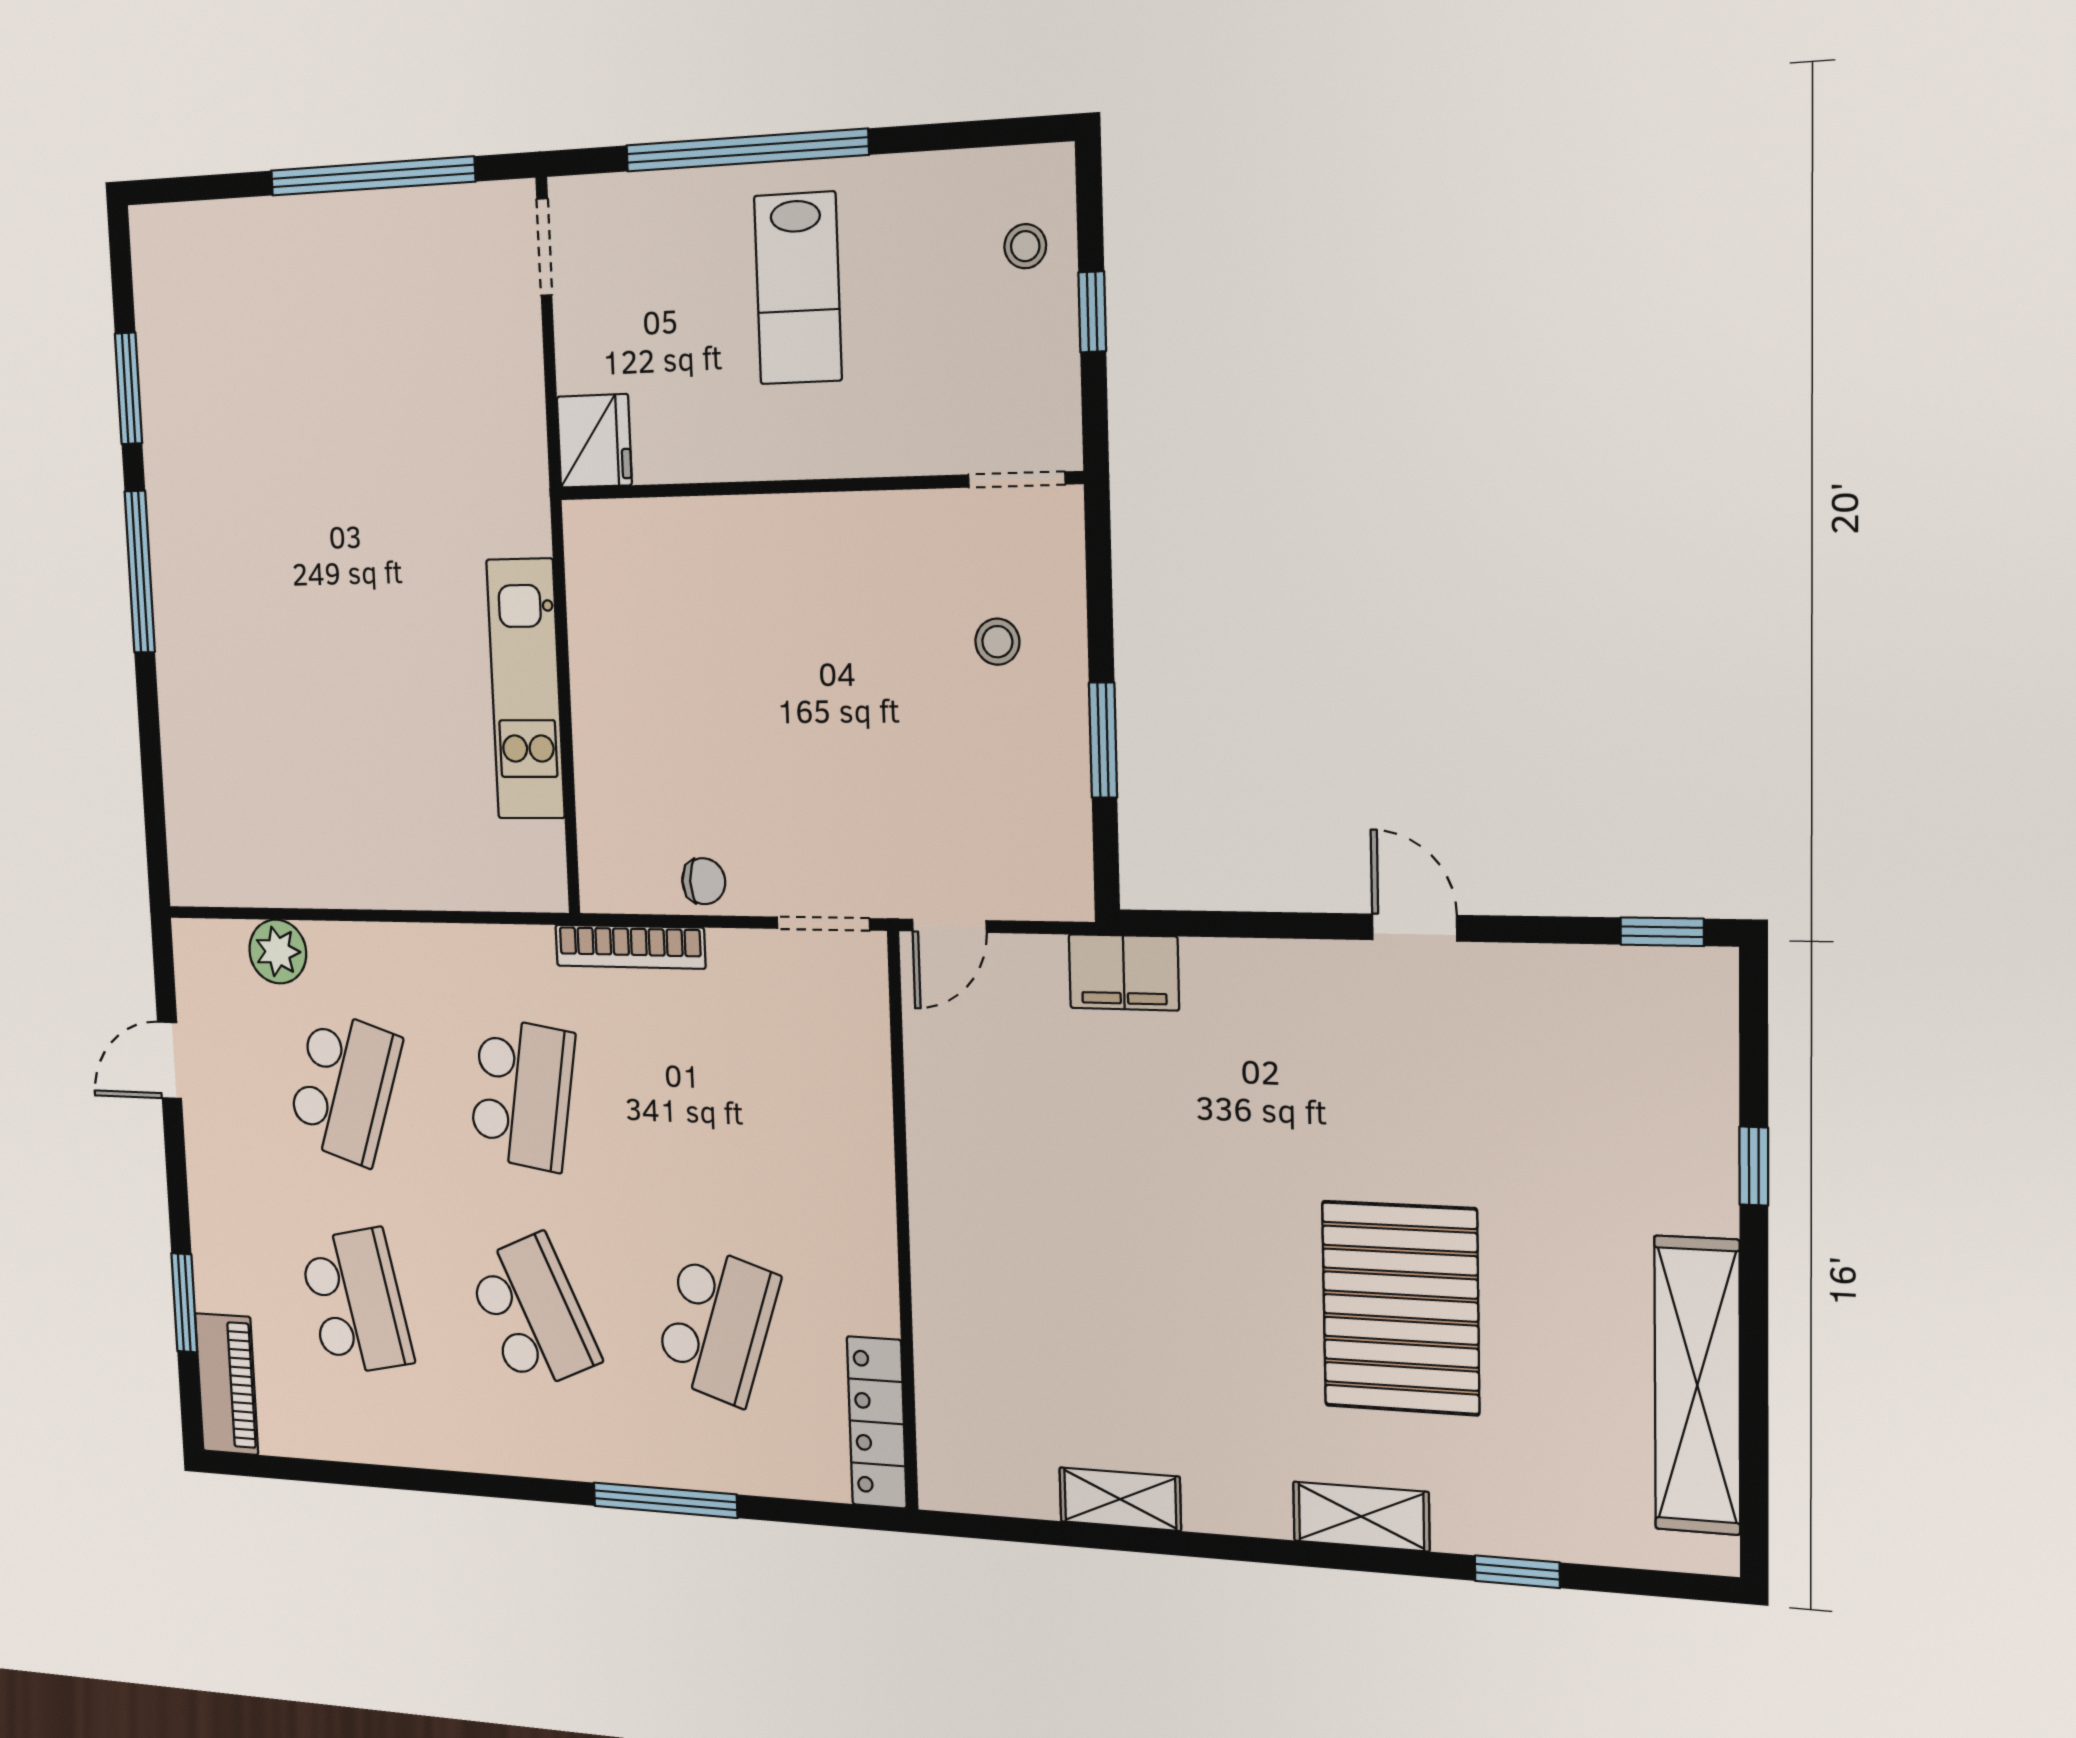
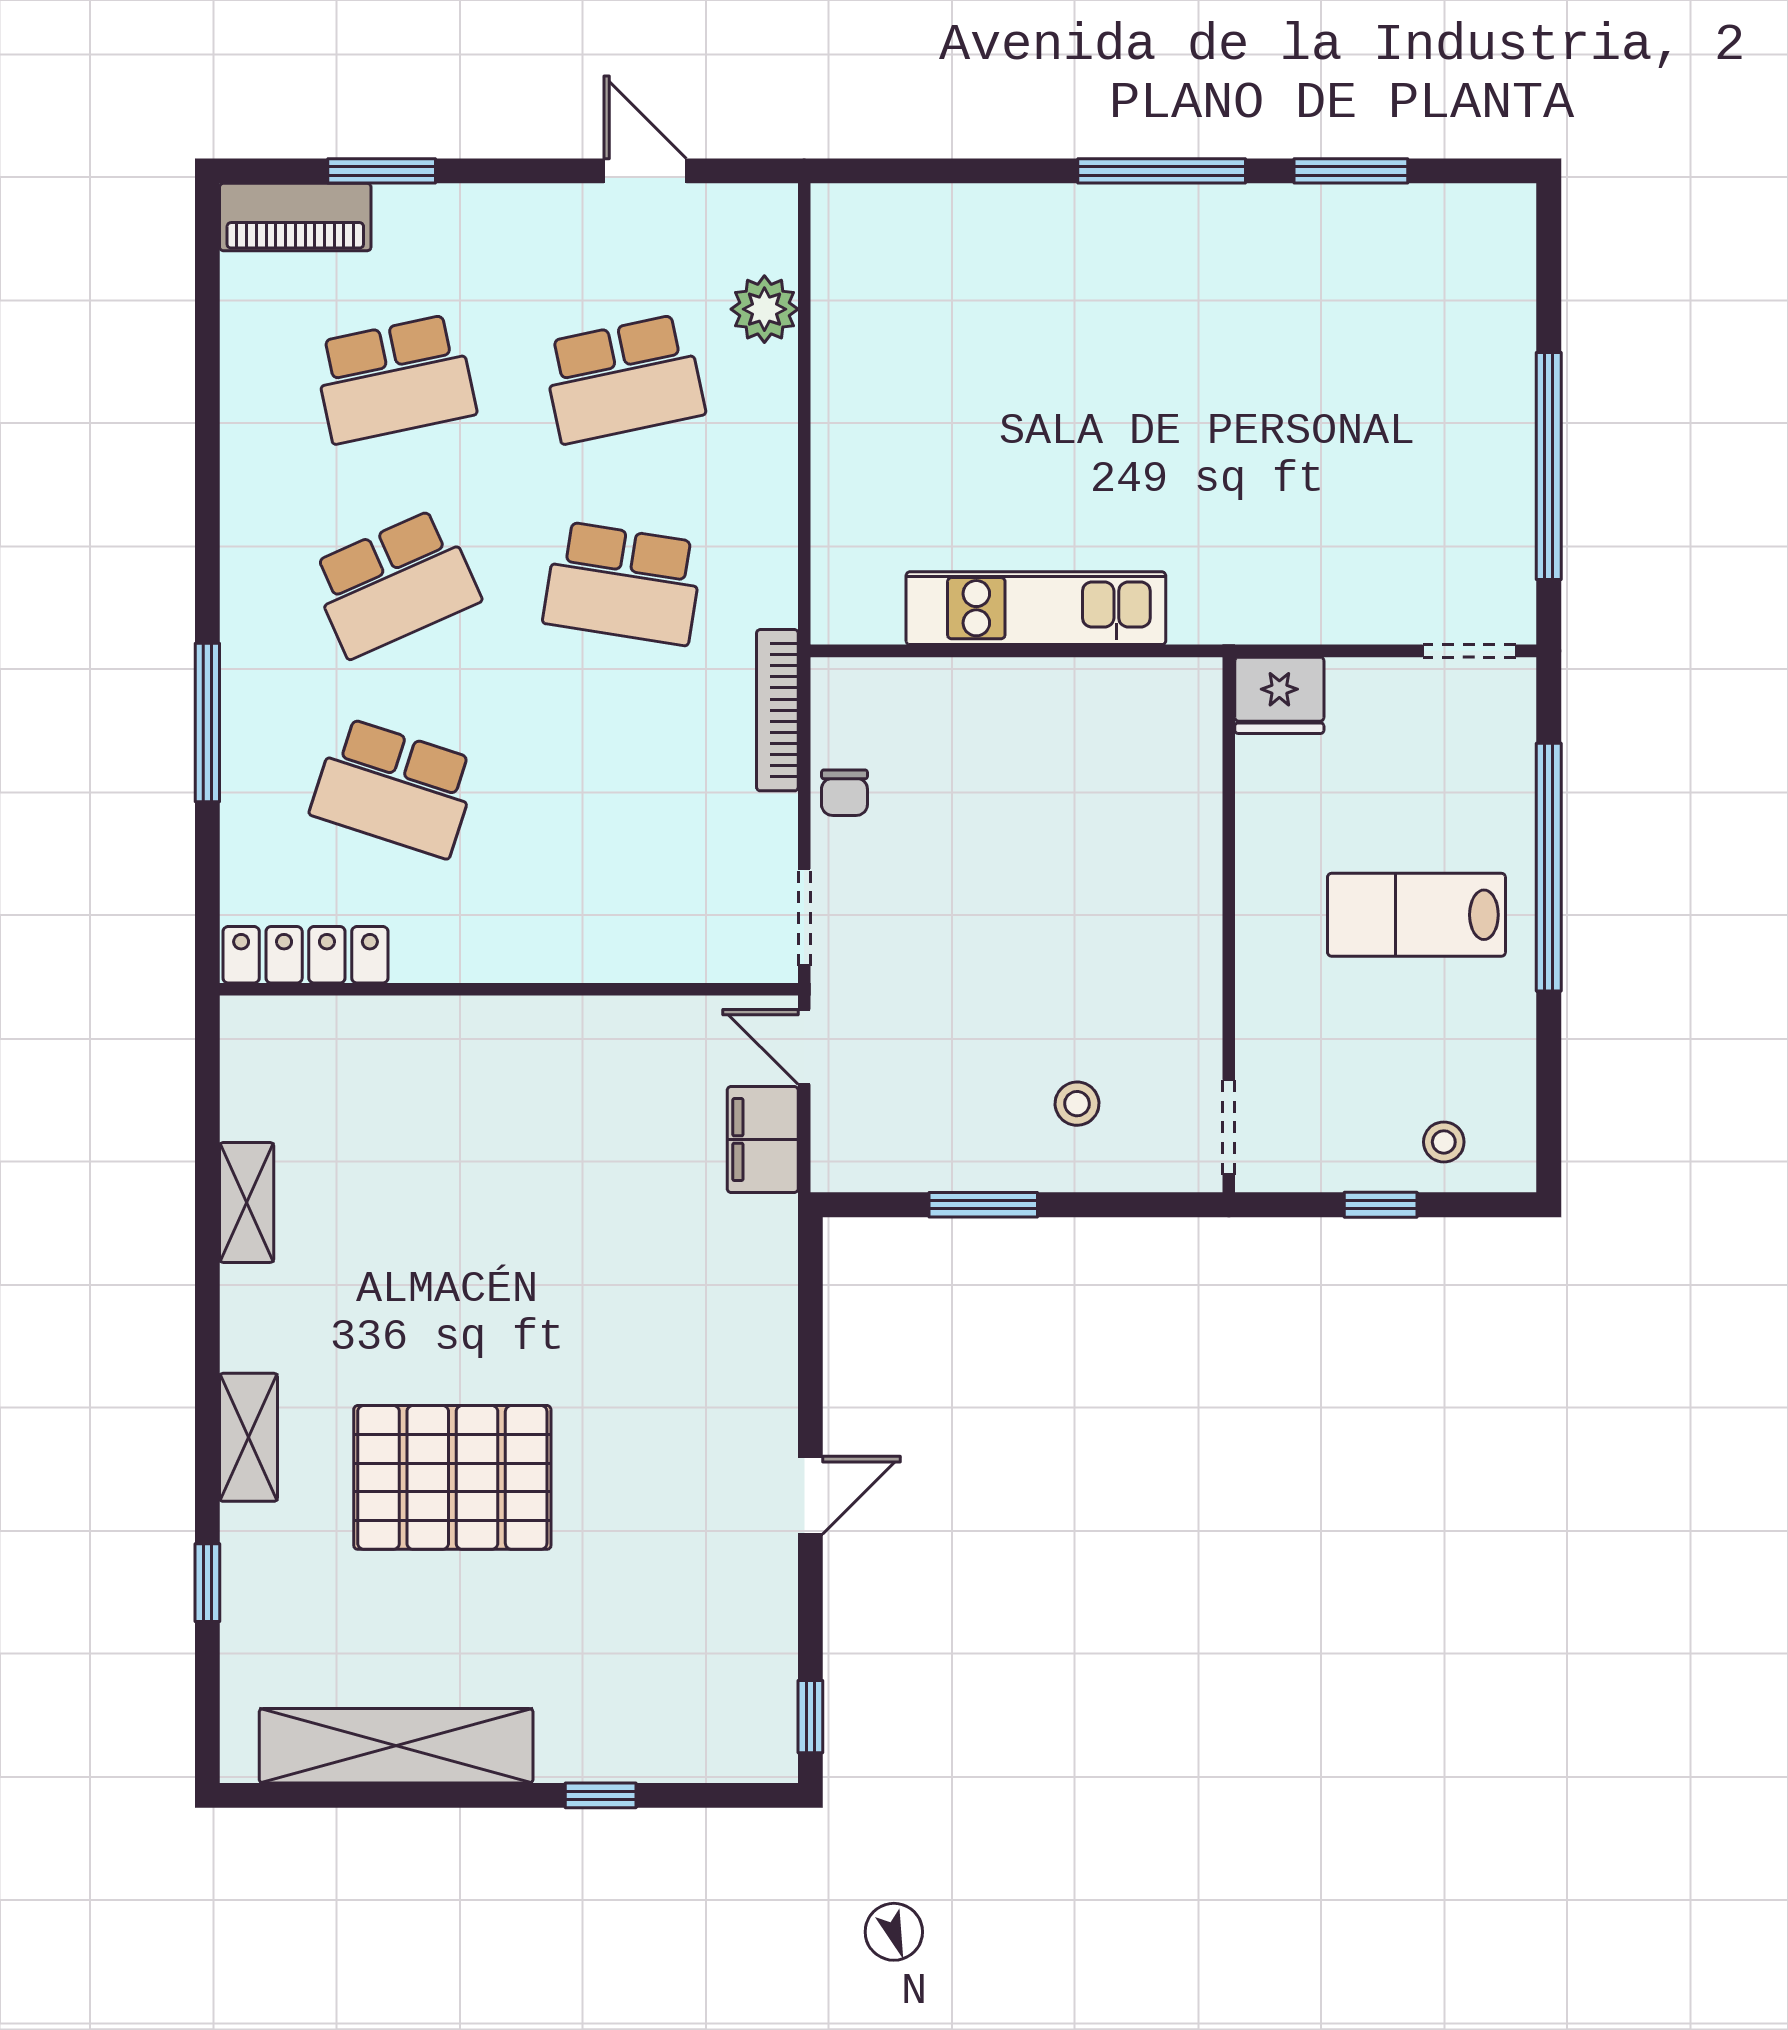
filing cabinet: (1124, 972) -> (763, 1140), moved
school desk: (344, 1087) -> (623, 379), turned -30

